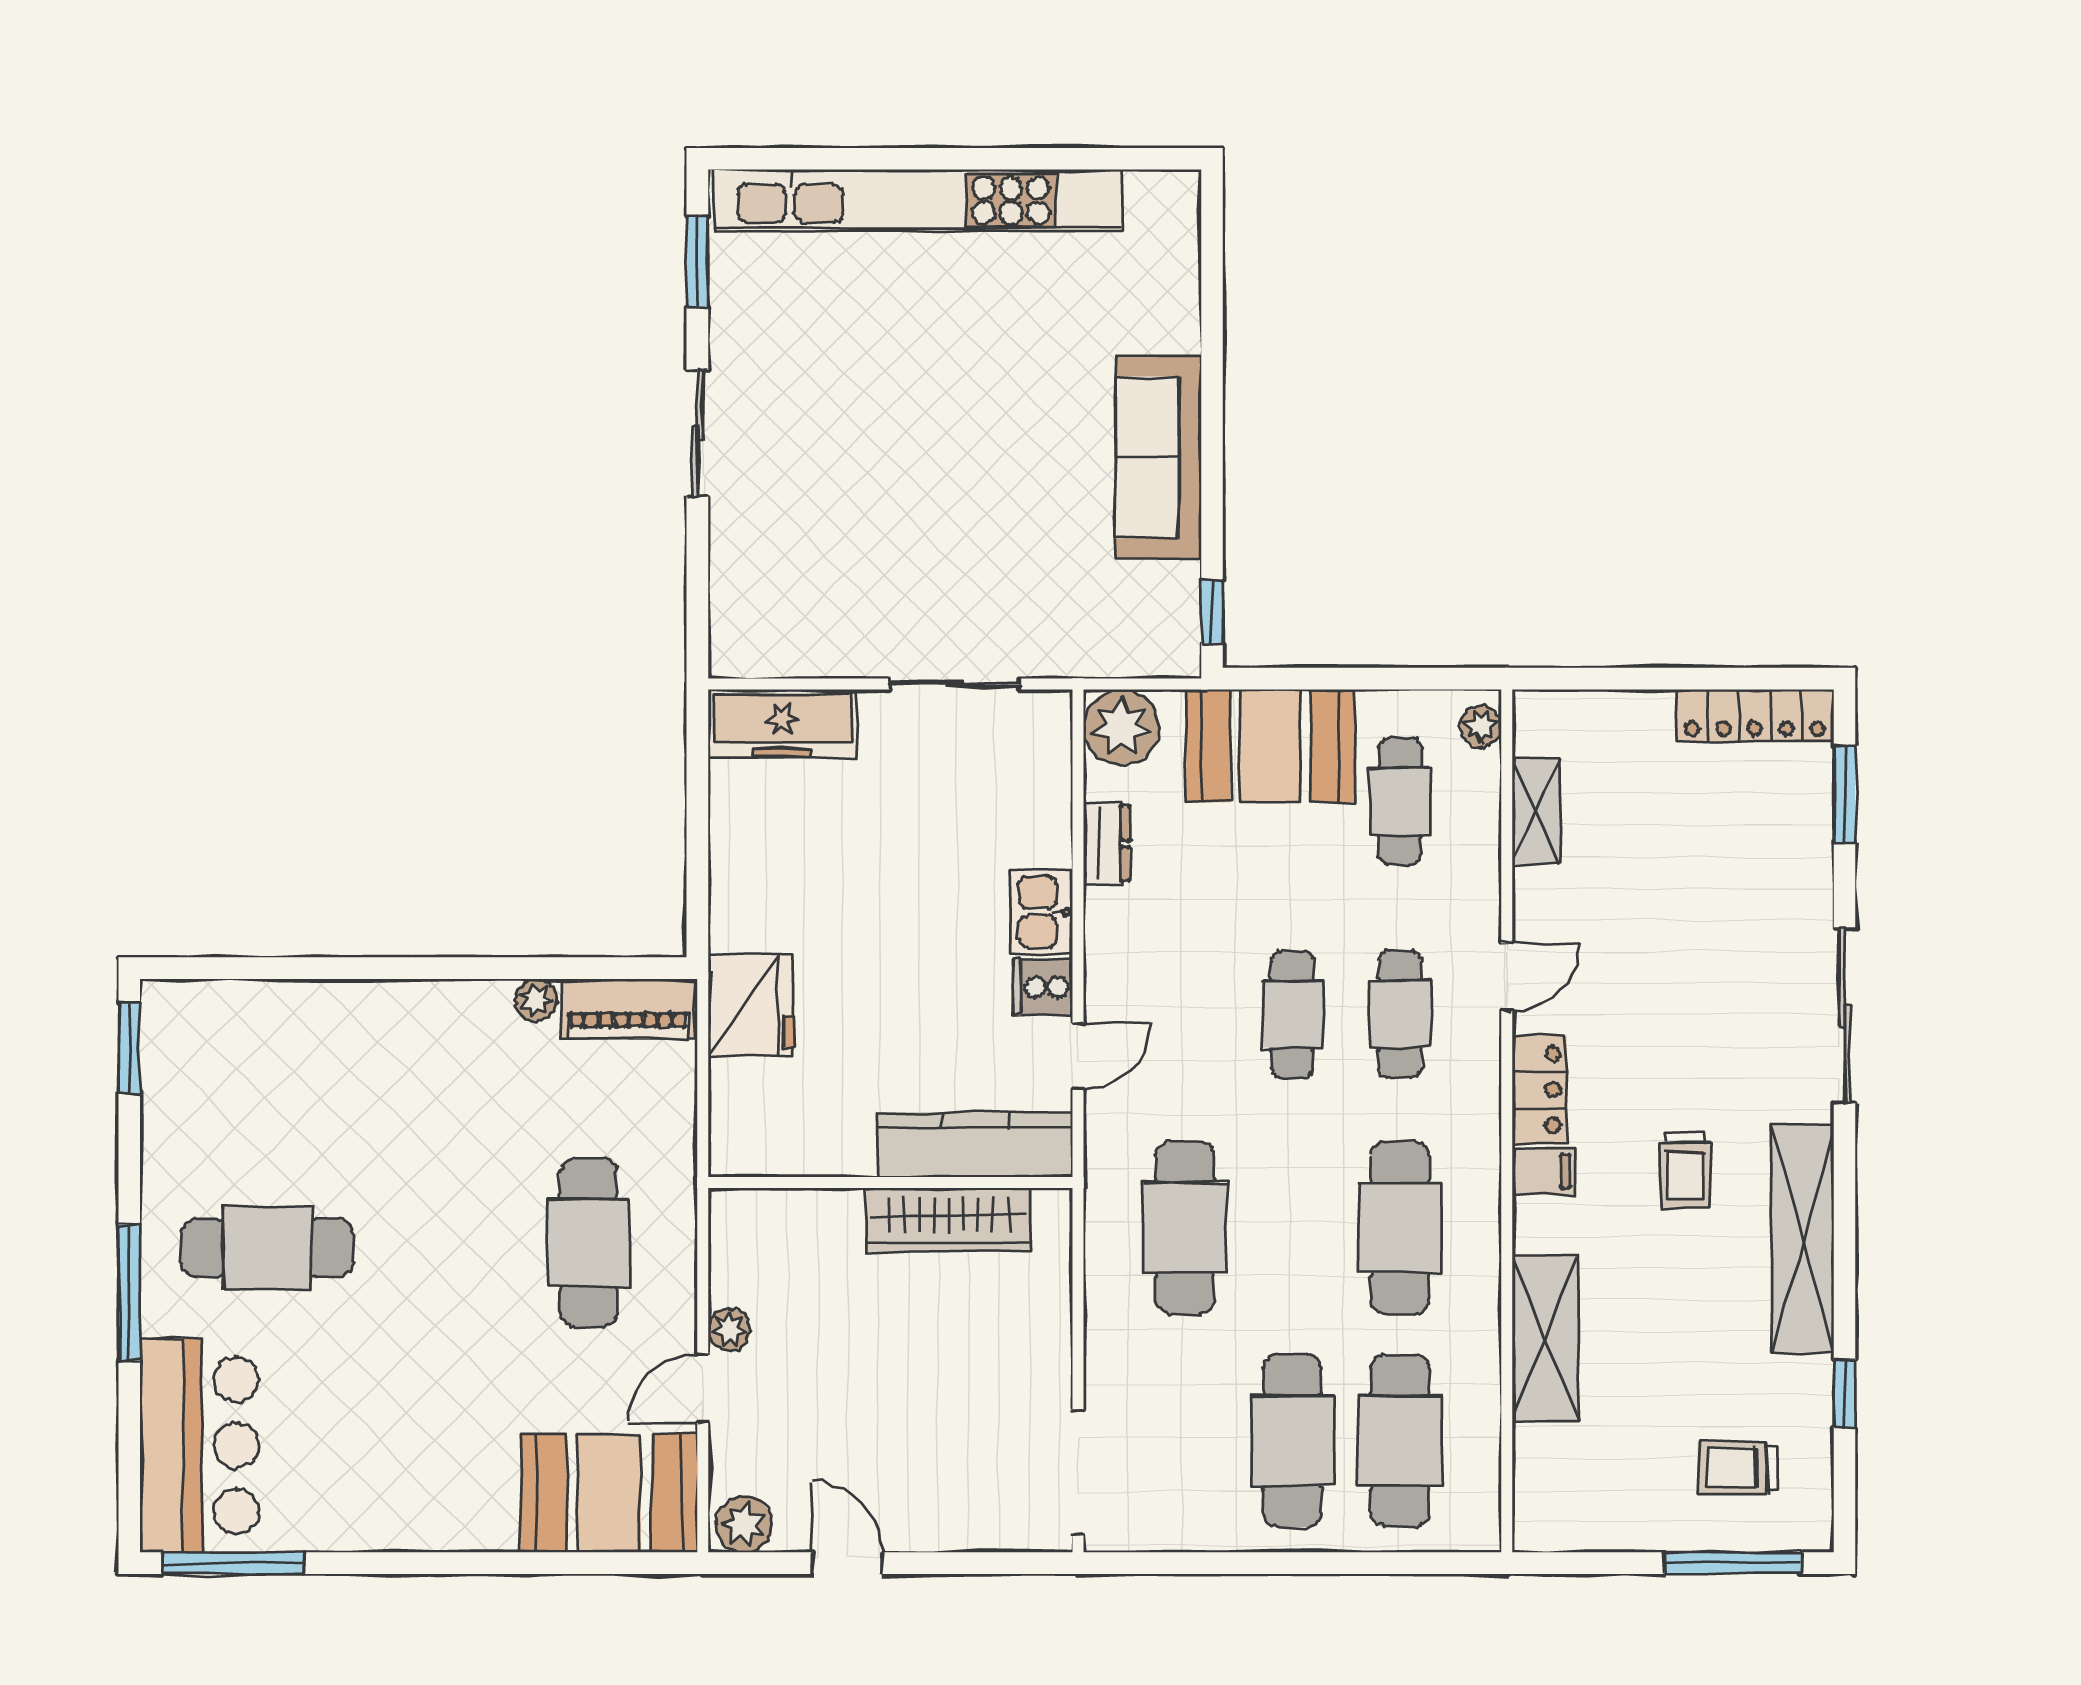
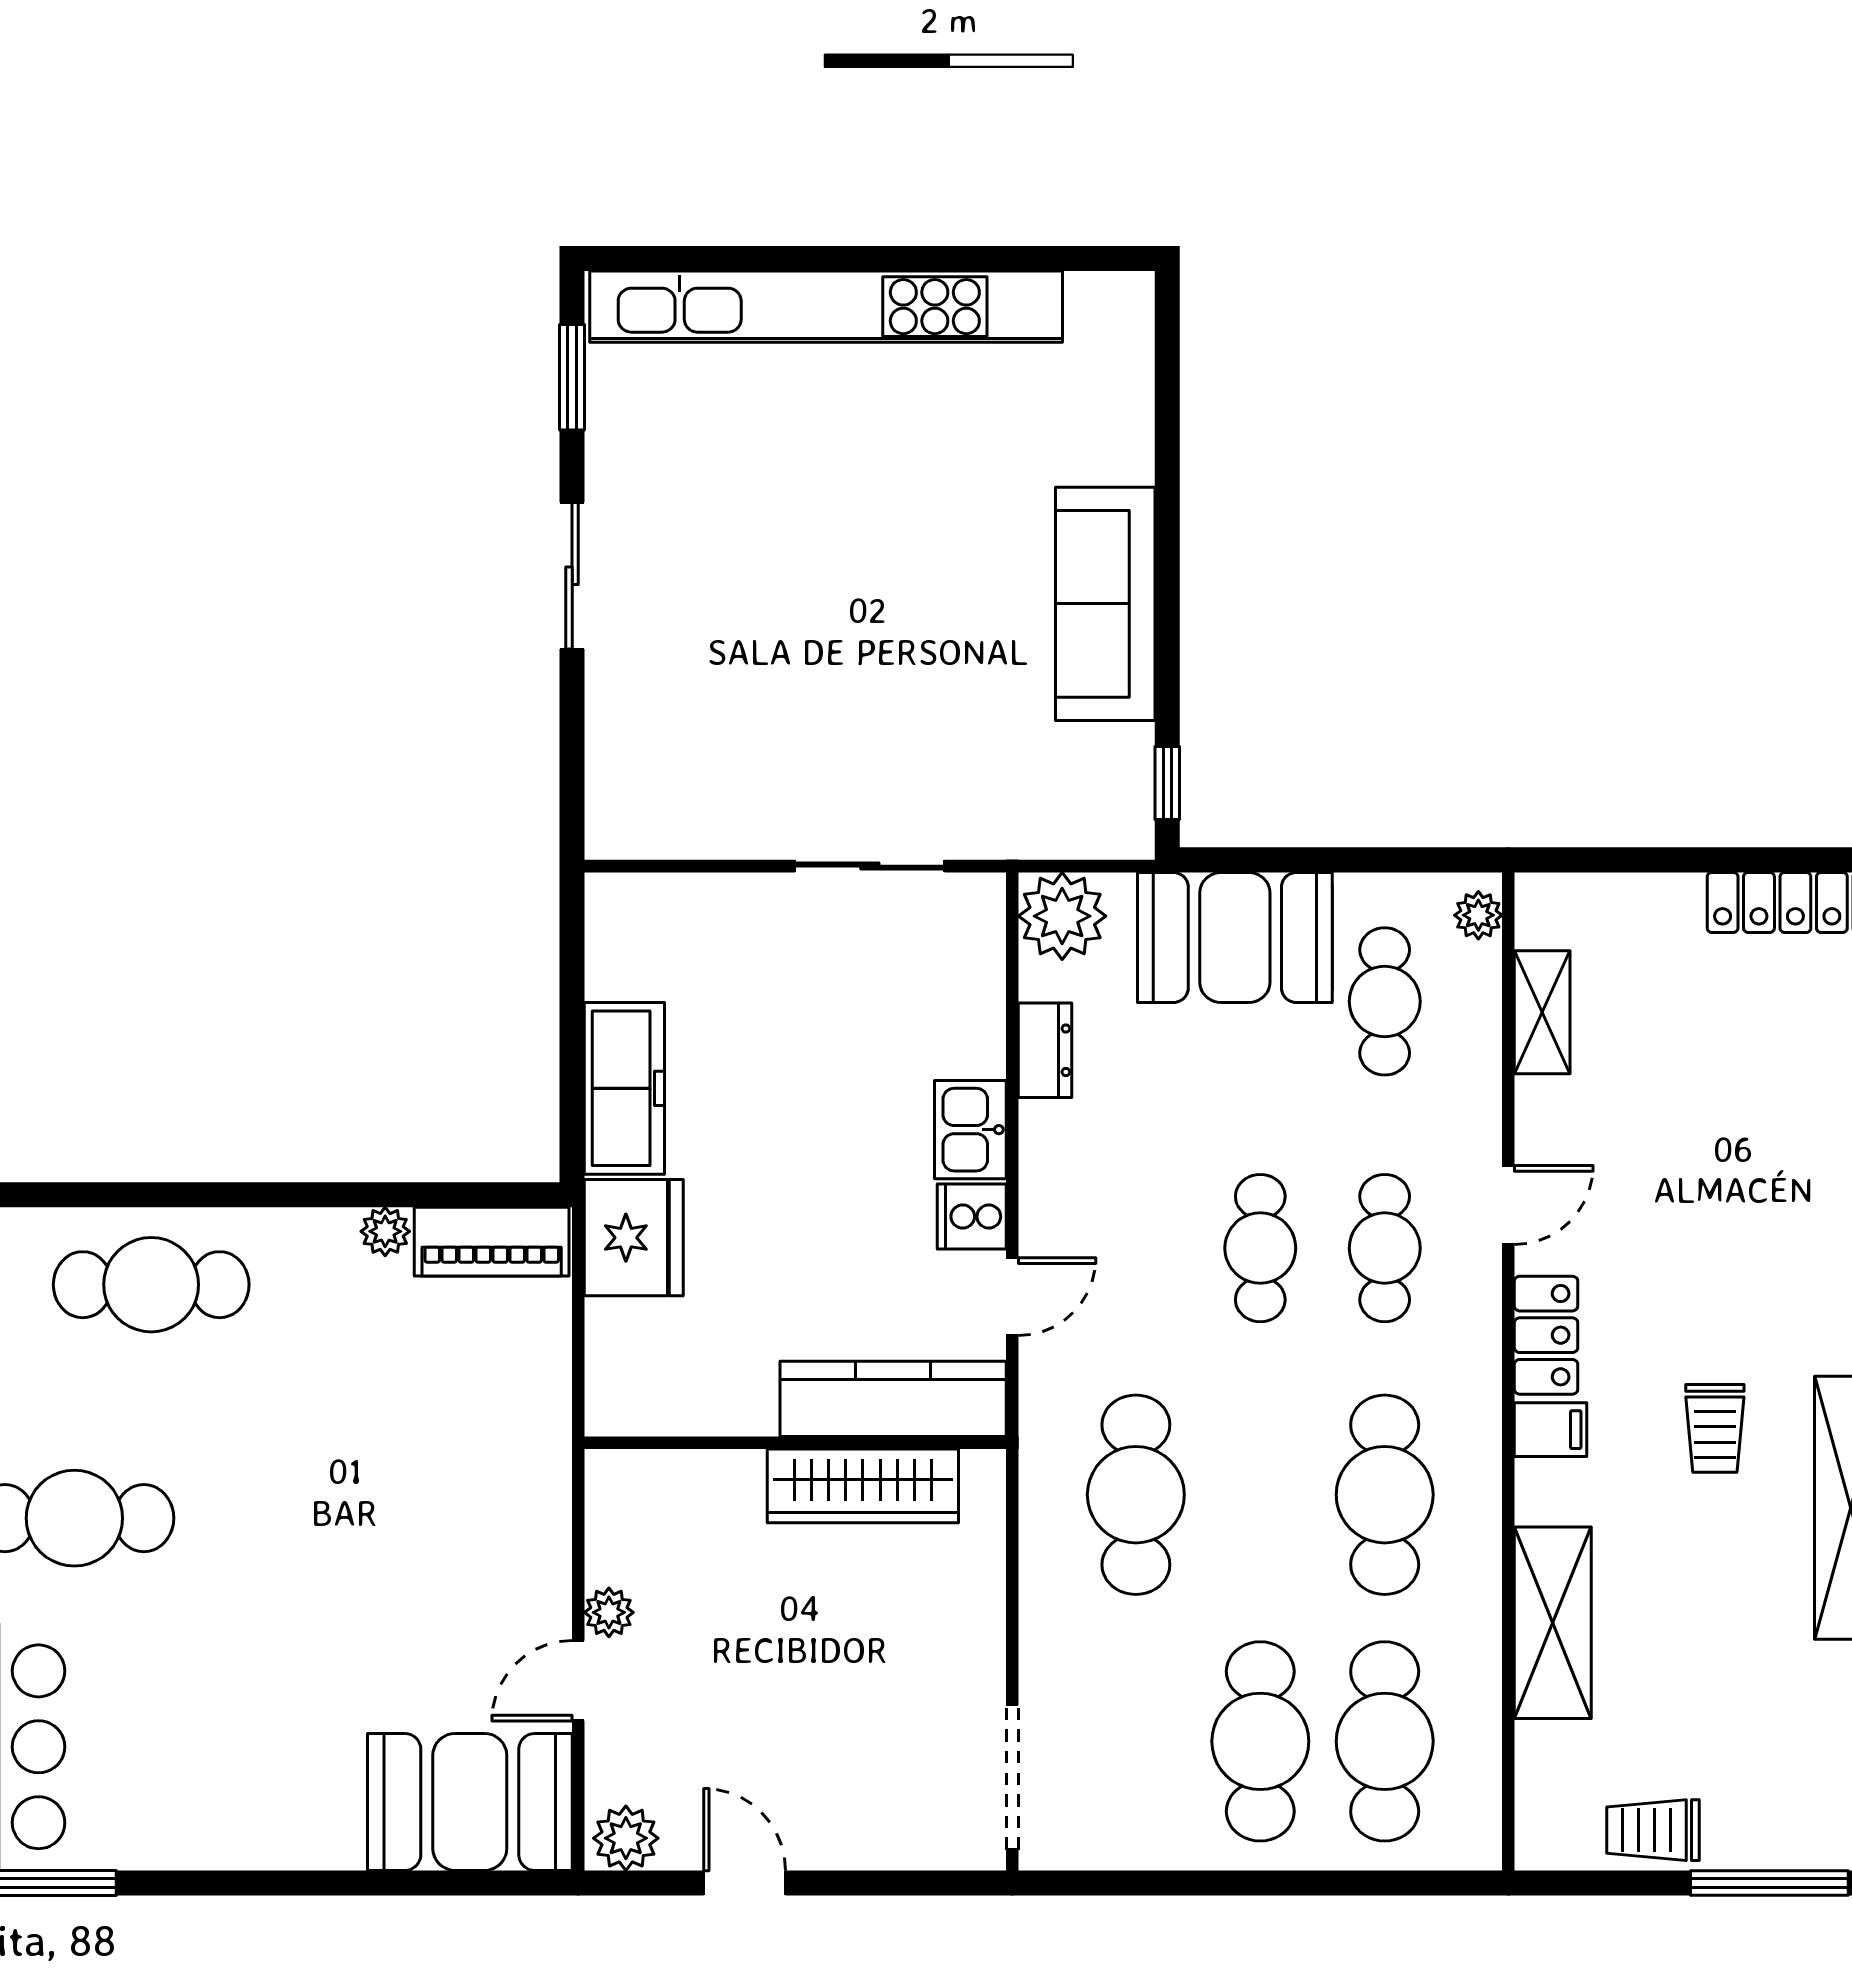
freezer: (782, 724) -> (624, 1088), moved, turned -90
cafe table: (589, 1242) -> (151, 1285), moved, turned 90
trolley: (1738, 1468) -> (1653, 1830), moved

